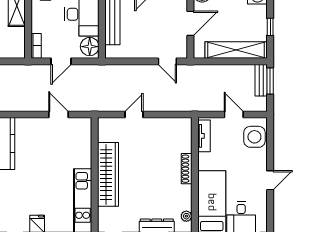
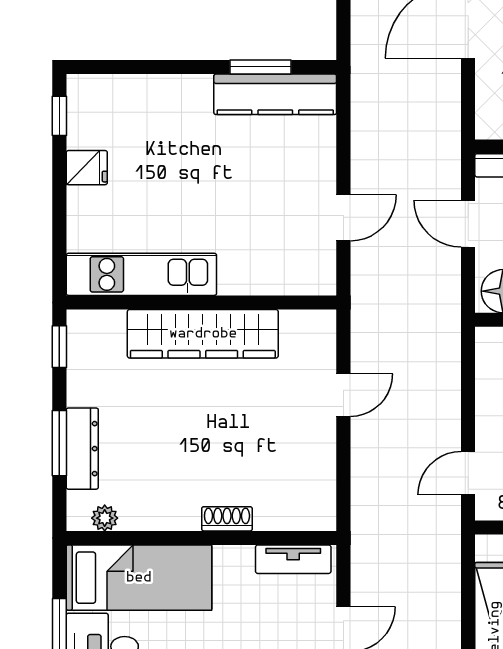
door: (134, 115) -> (343, 395), hinge flipped
shoe rack: (187, 169) -> (227, 519), width x0.70

